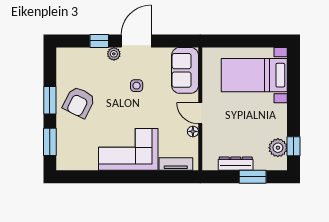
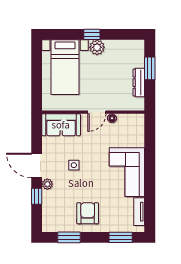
window: (50, 100) -> (69, 237), moved
armchair: (79, 102) -> (88, 213), turned -117
window: (294, 146) -> (92, 34), moved
plant: (278, 148) -> (97, 47), moved
tv unit: (176, 164) -> (139, 212), moved

